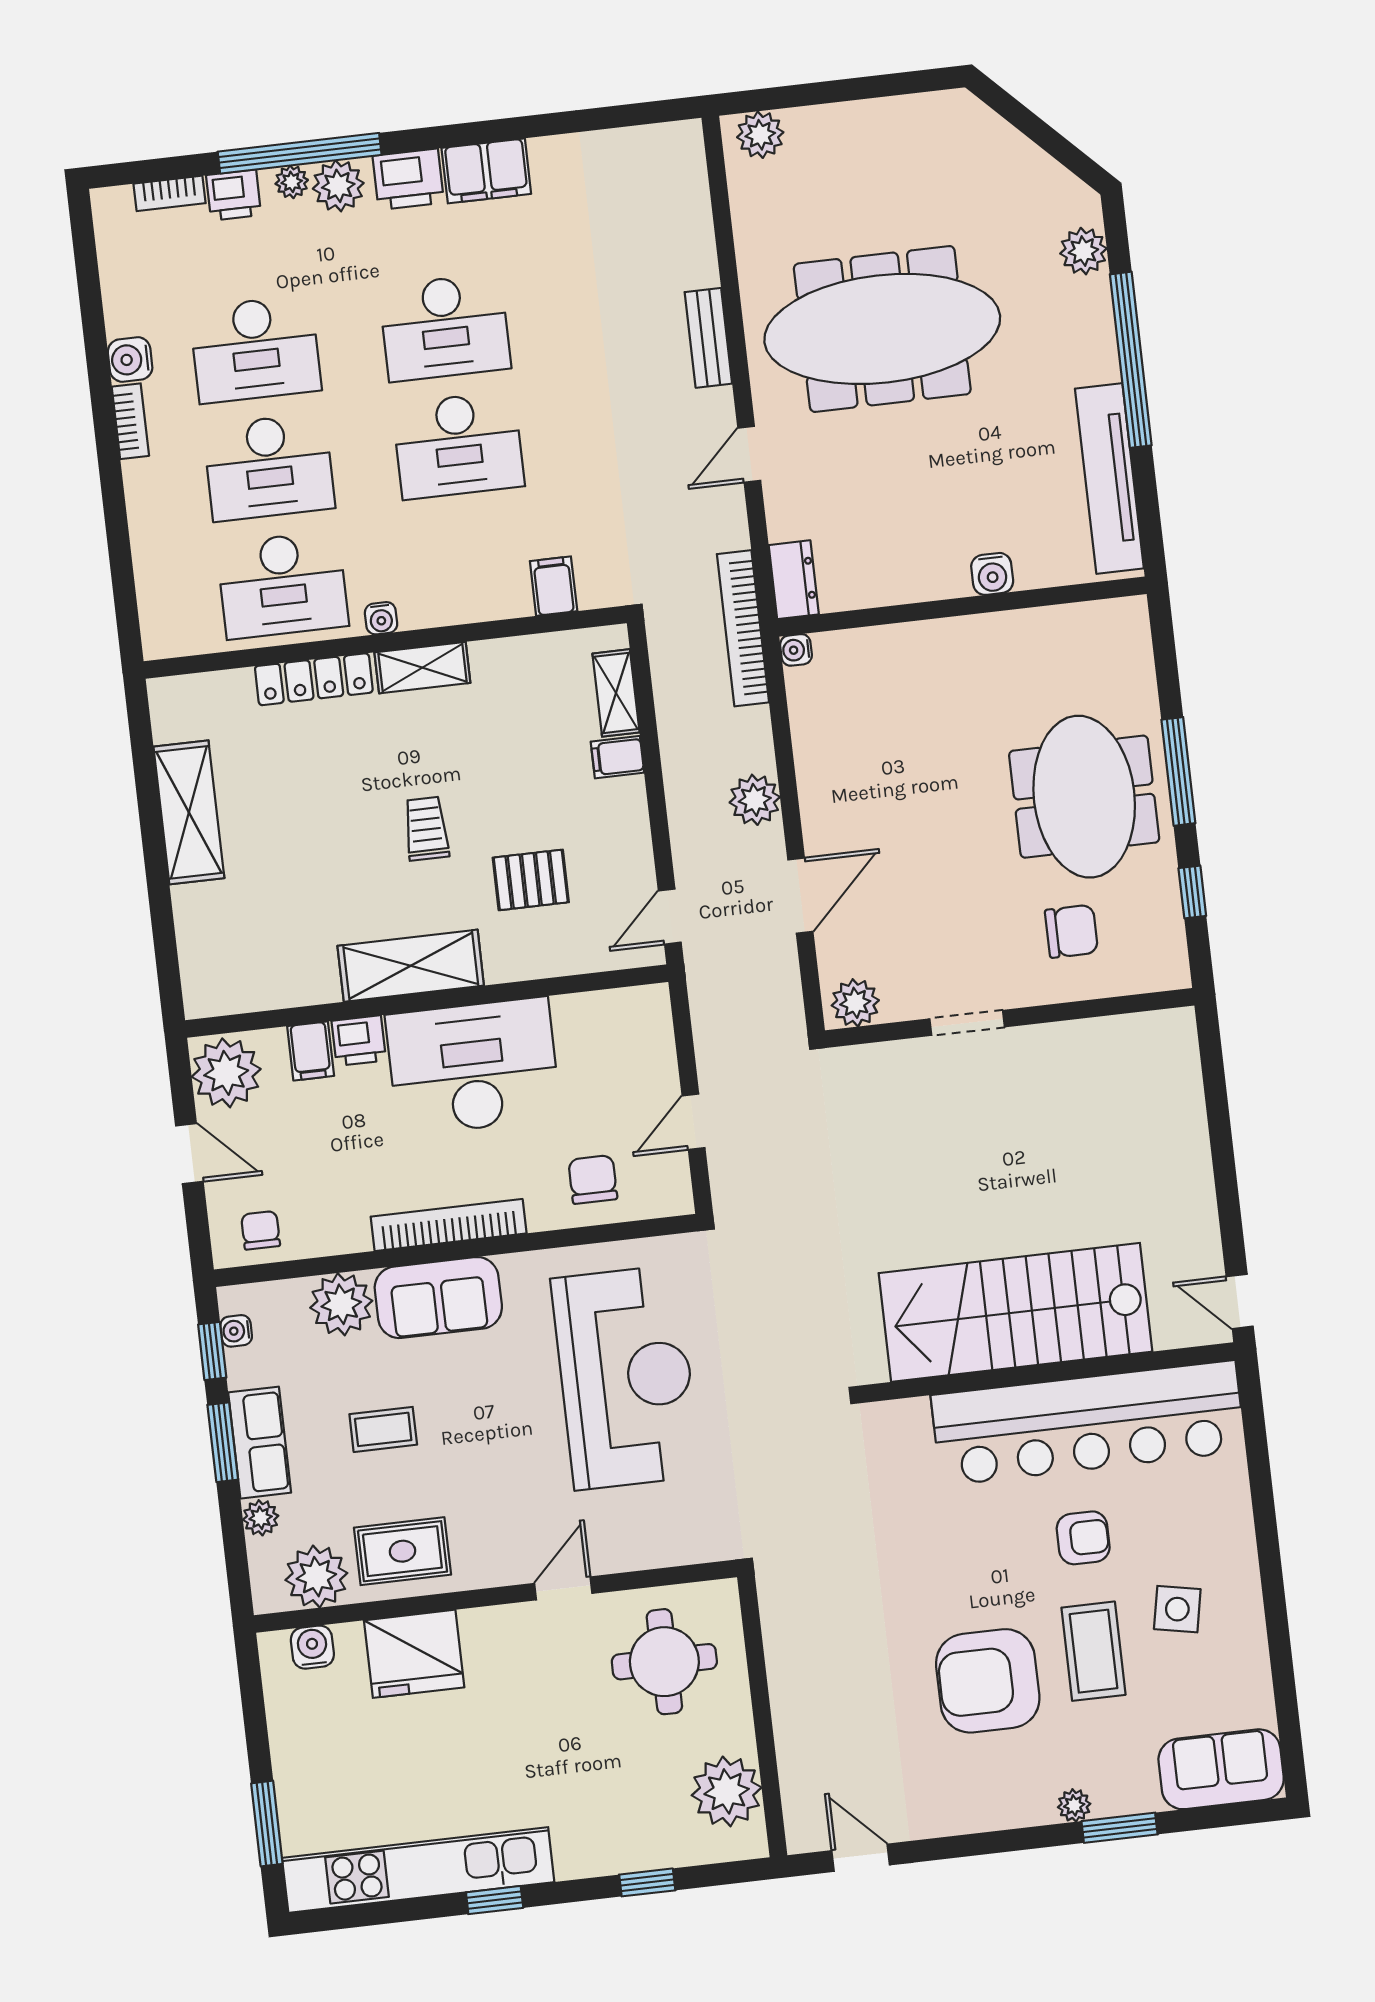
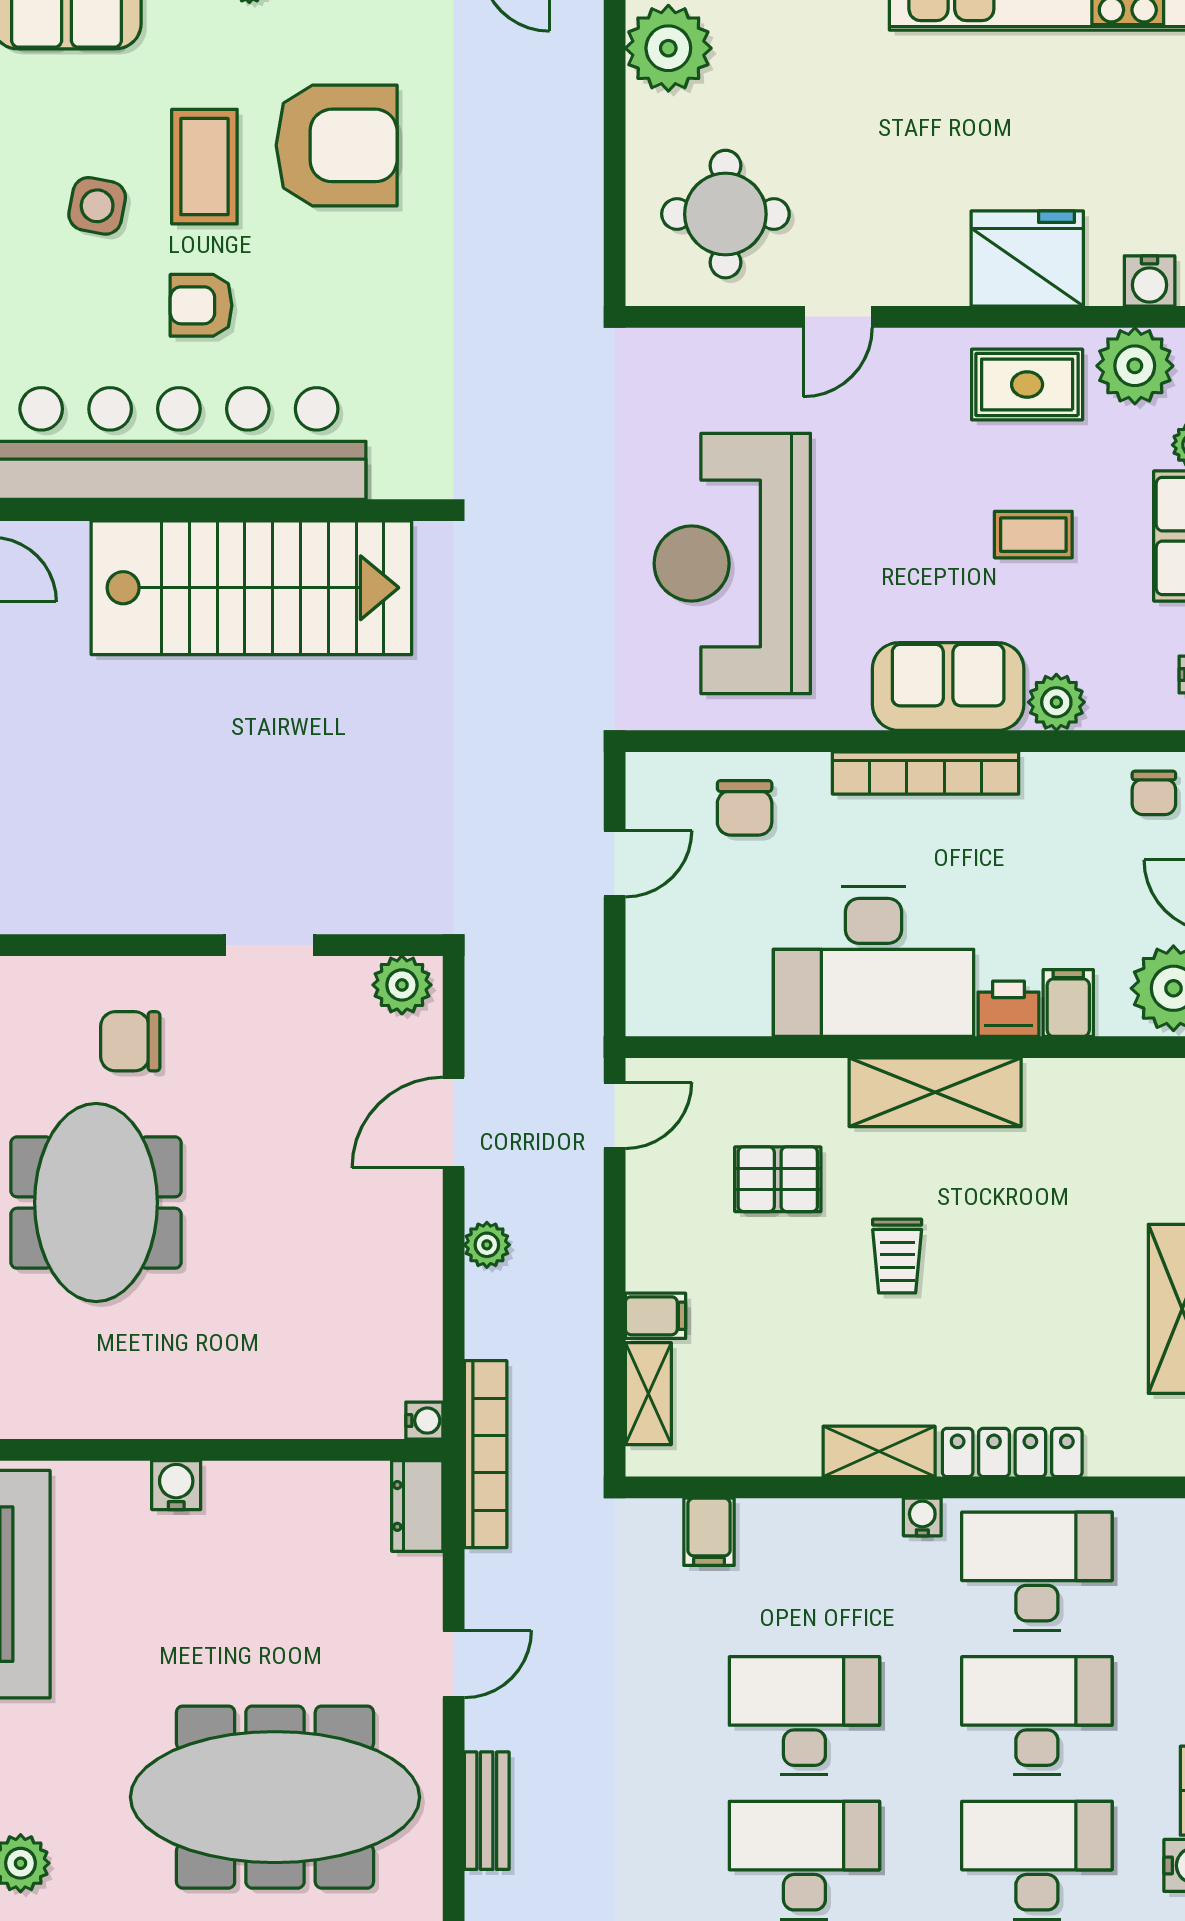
plant: (755, 800) -> (487, 1245), width x0.73, depth x0.73
plant: (341, 1304) -> (1056, 702), width x0.73, depth x0.73

